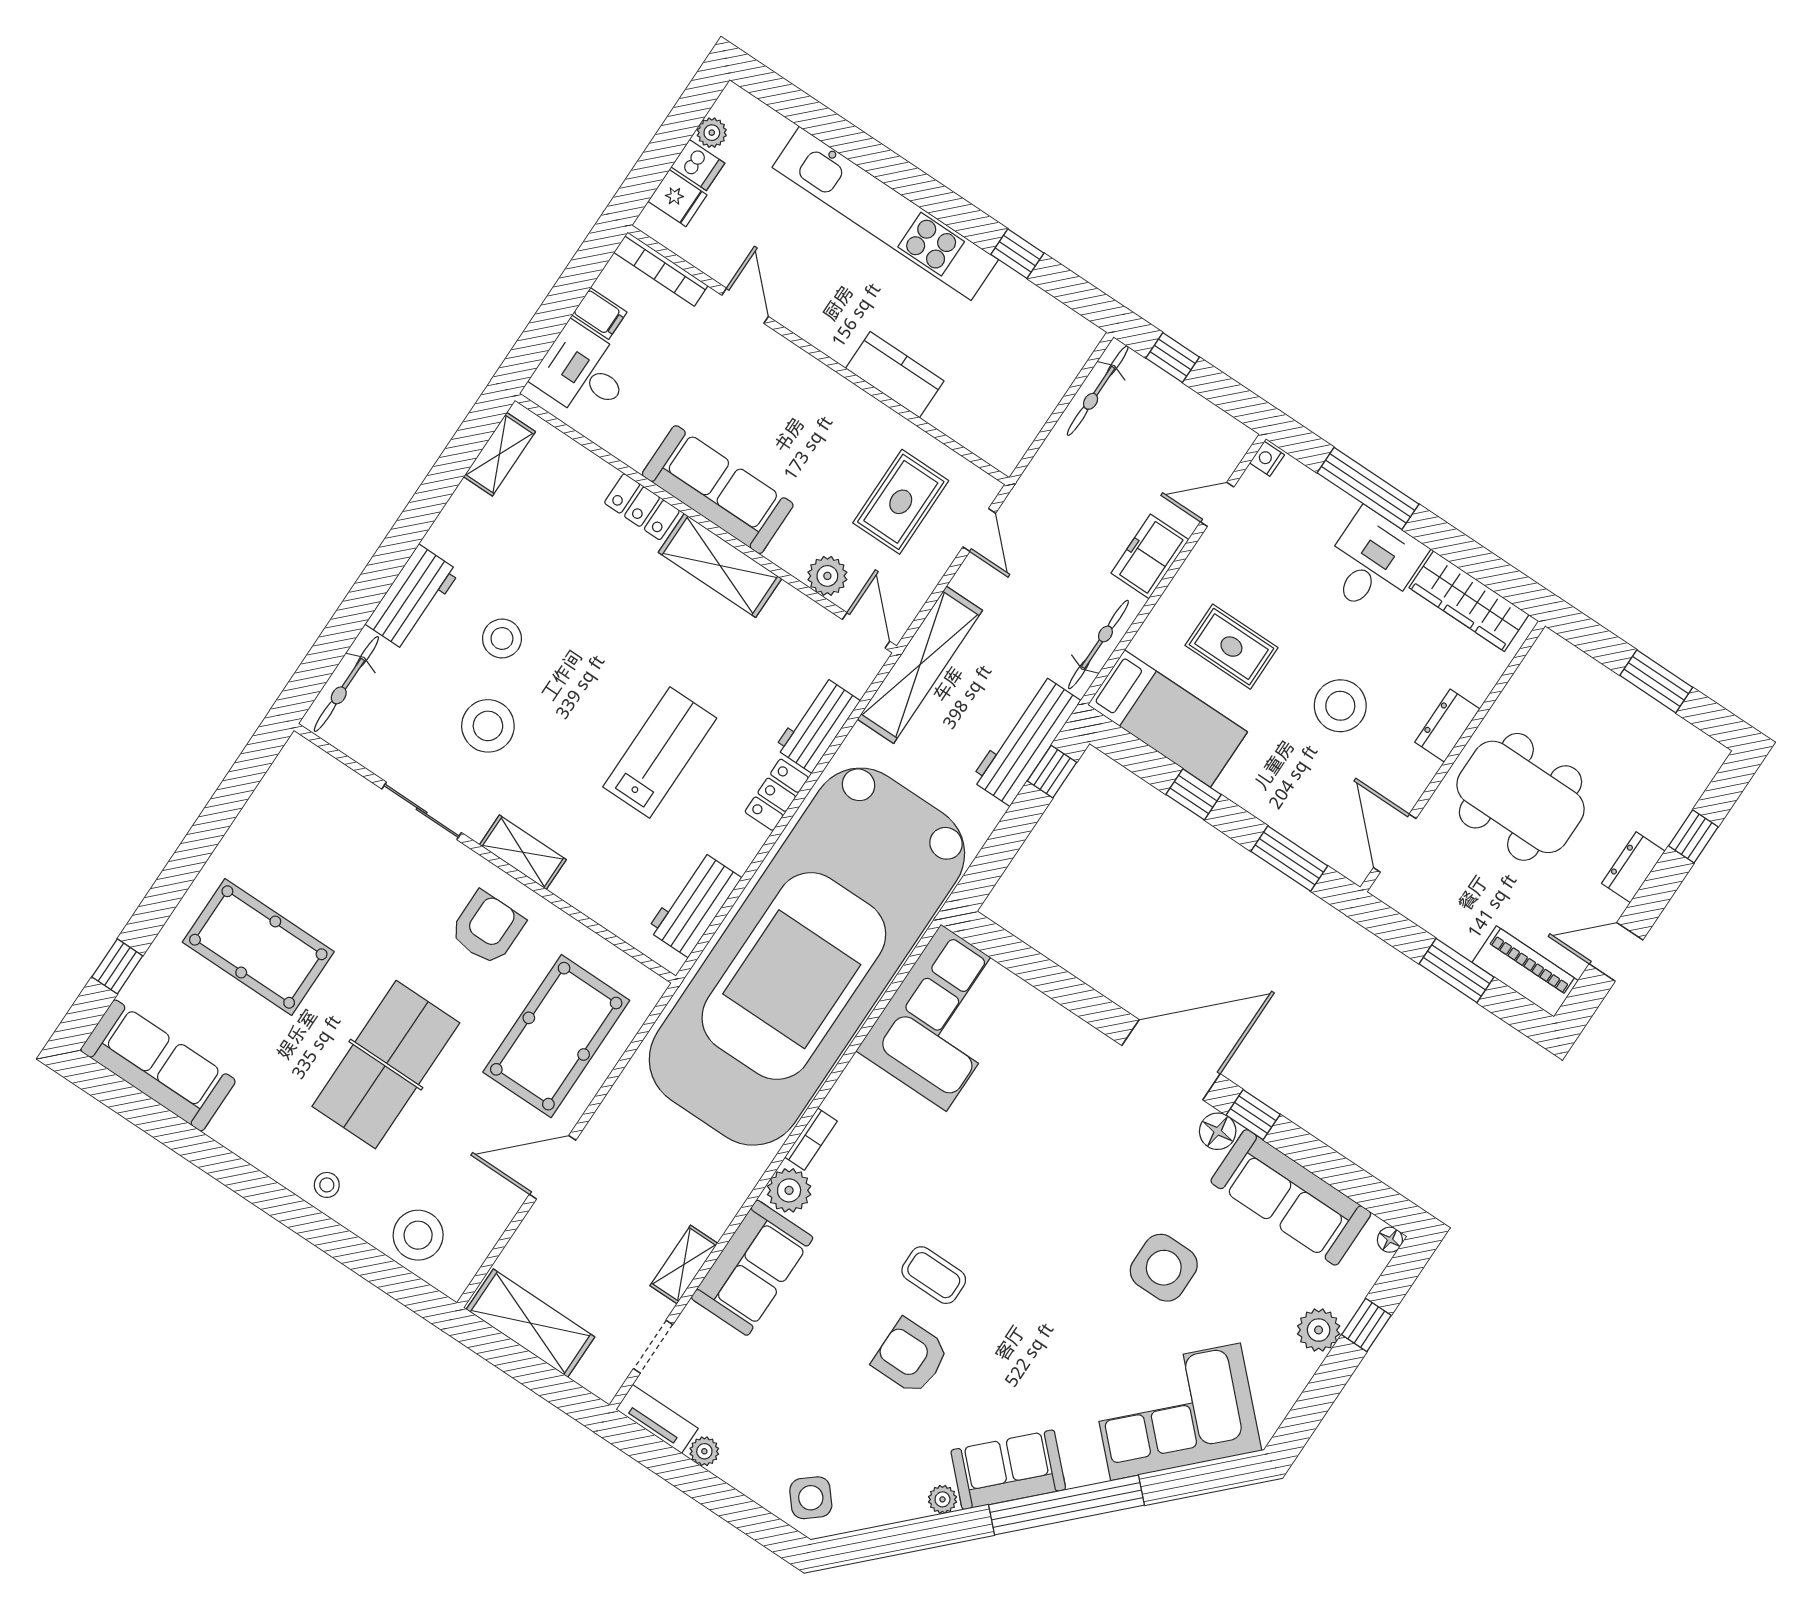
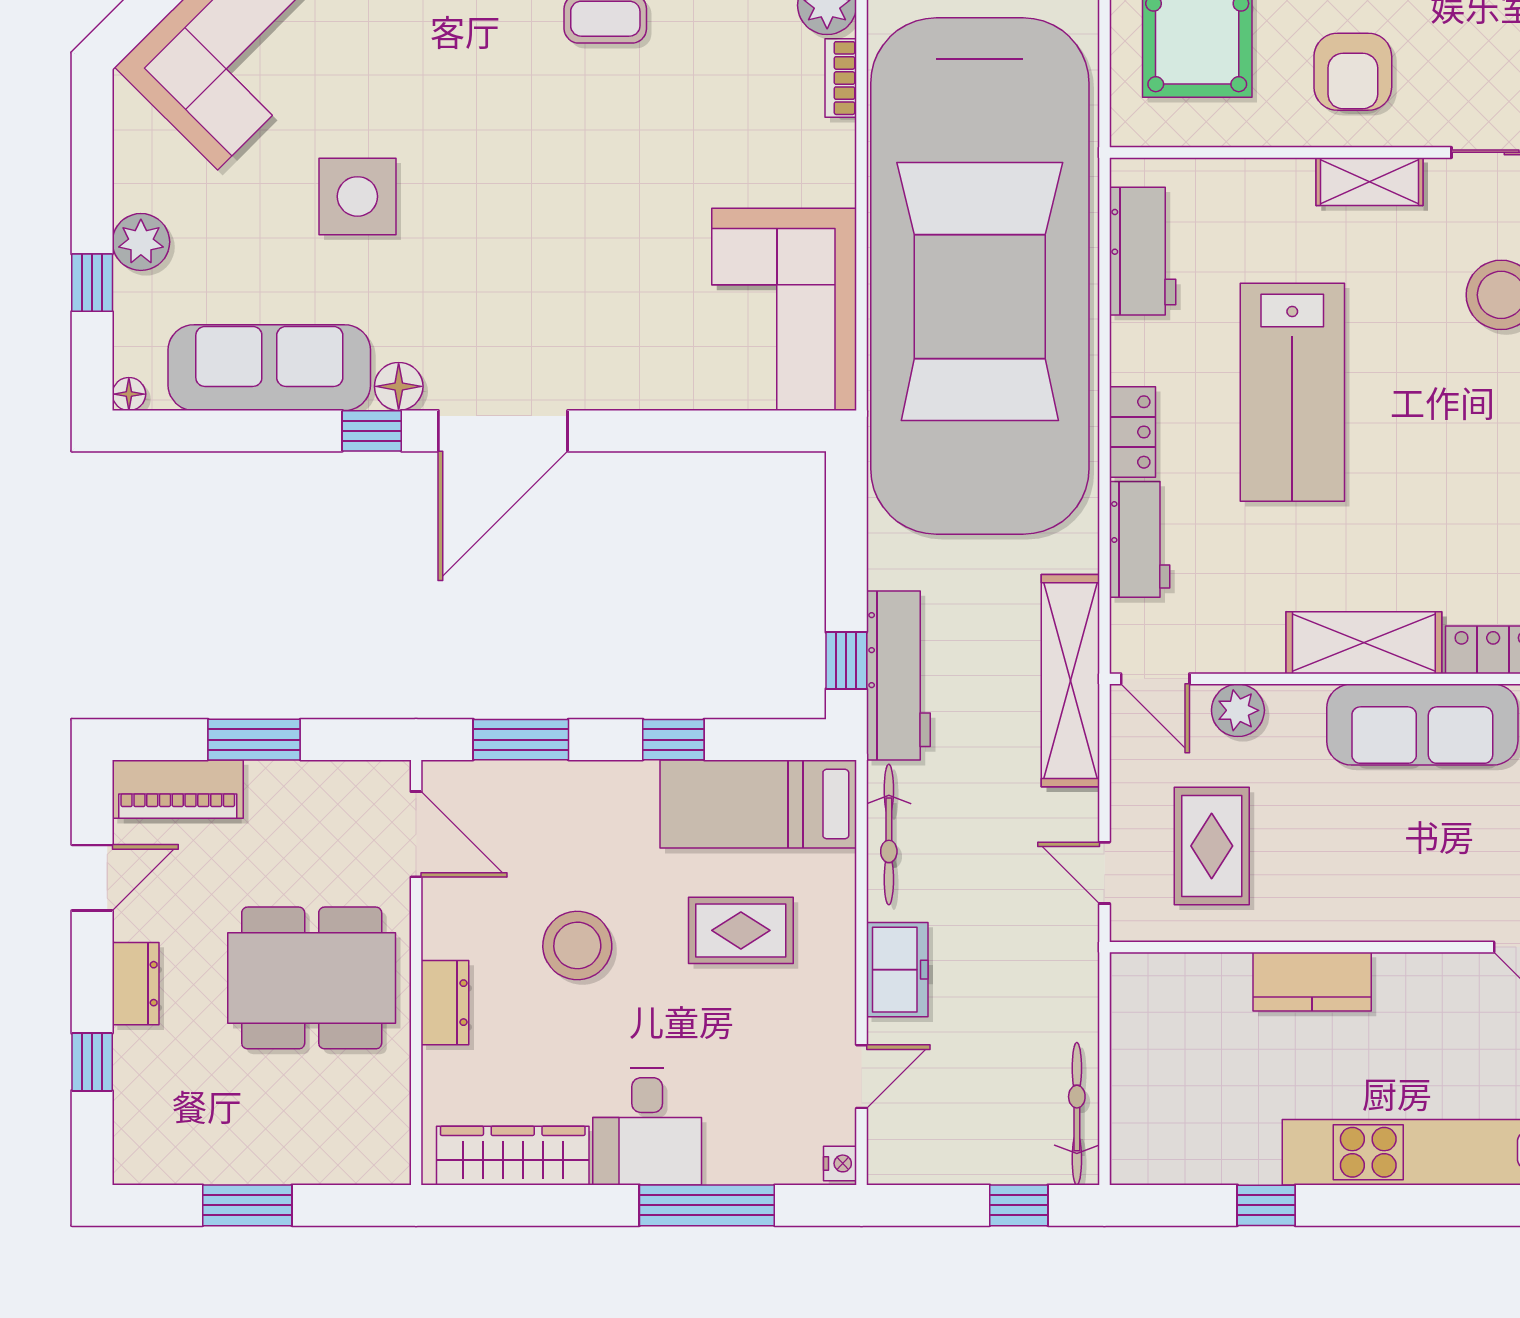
lab bench: (660, 752) -> (1292, 392), width x1.36, depth x1.39
car: (807, 957) -> (980, 276), turned 180

